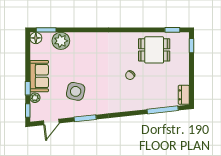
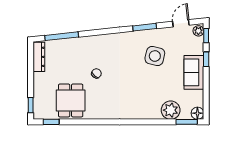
dining table: (154, 50) -> (71, 100), turned 90
dresser: (184, 95) -> (39, 57), width x1.44
plant: (35, 98) -> (198, 31), moved

